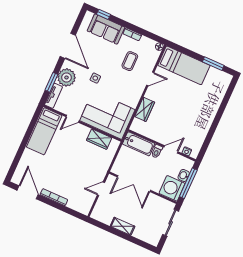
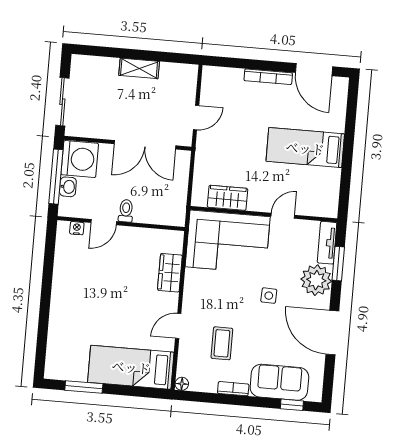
bed: (44, 131) -> (305, 148), moved, turned -90
bathtub: (139, 144) -> (160, 213), removed
double door: (134, 184) -> (145, 145), swing flipped

